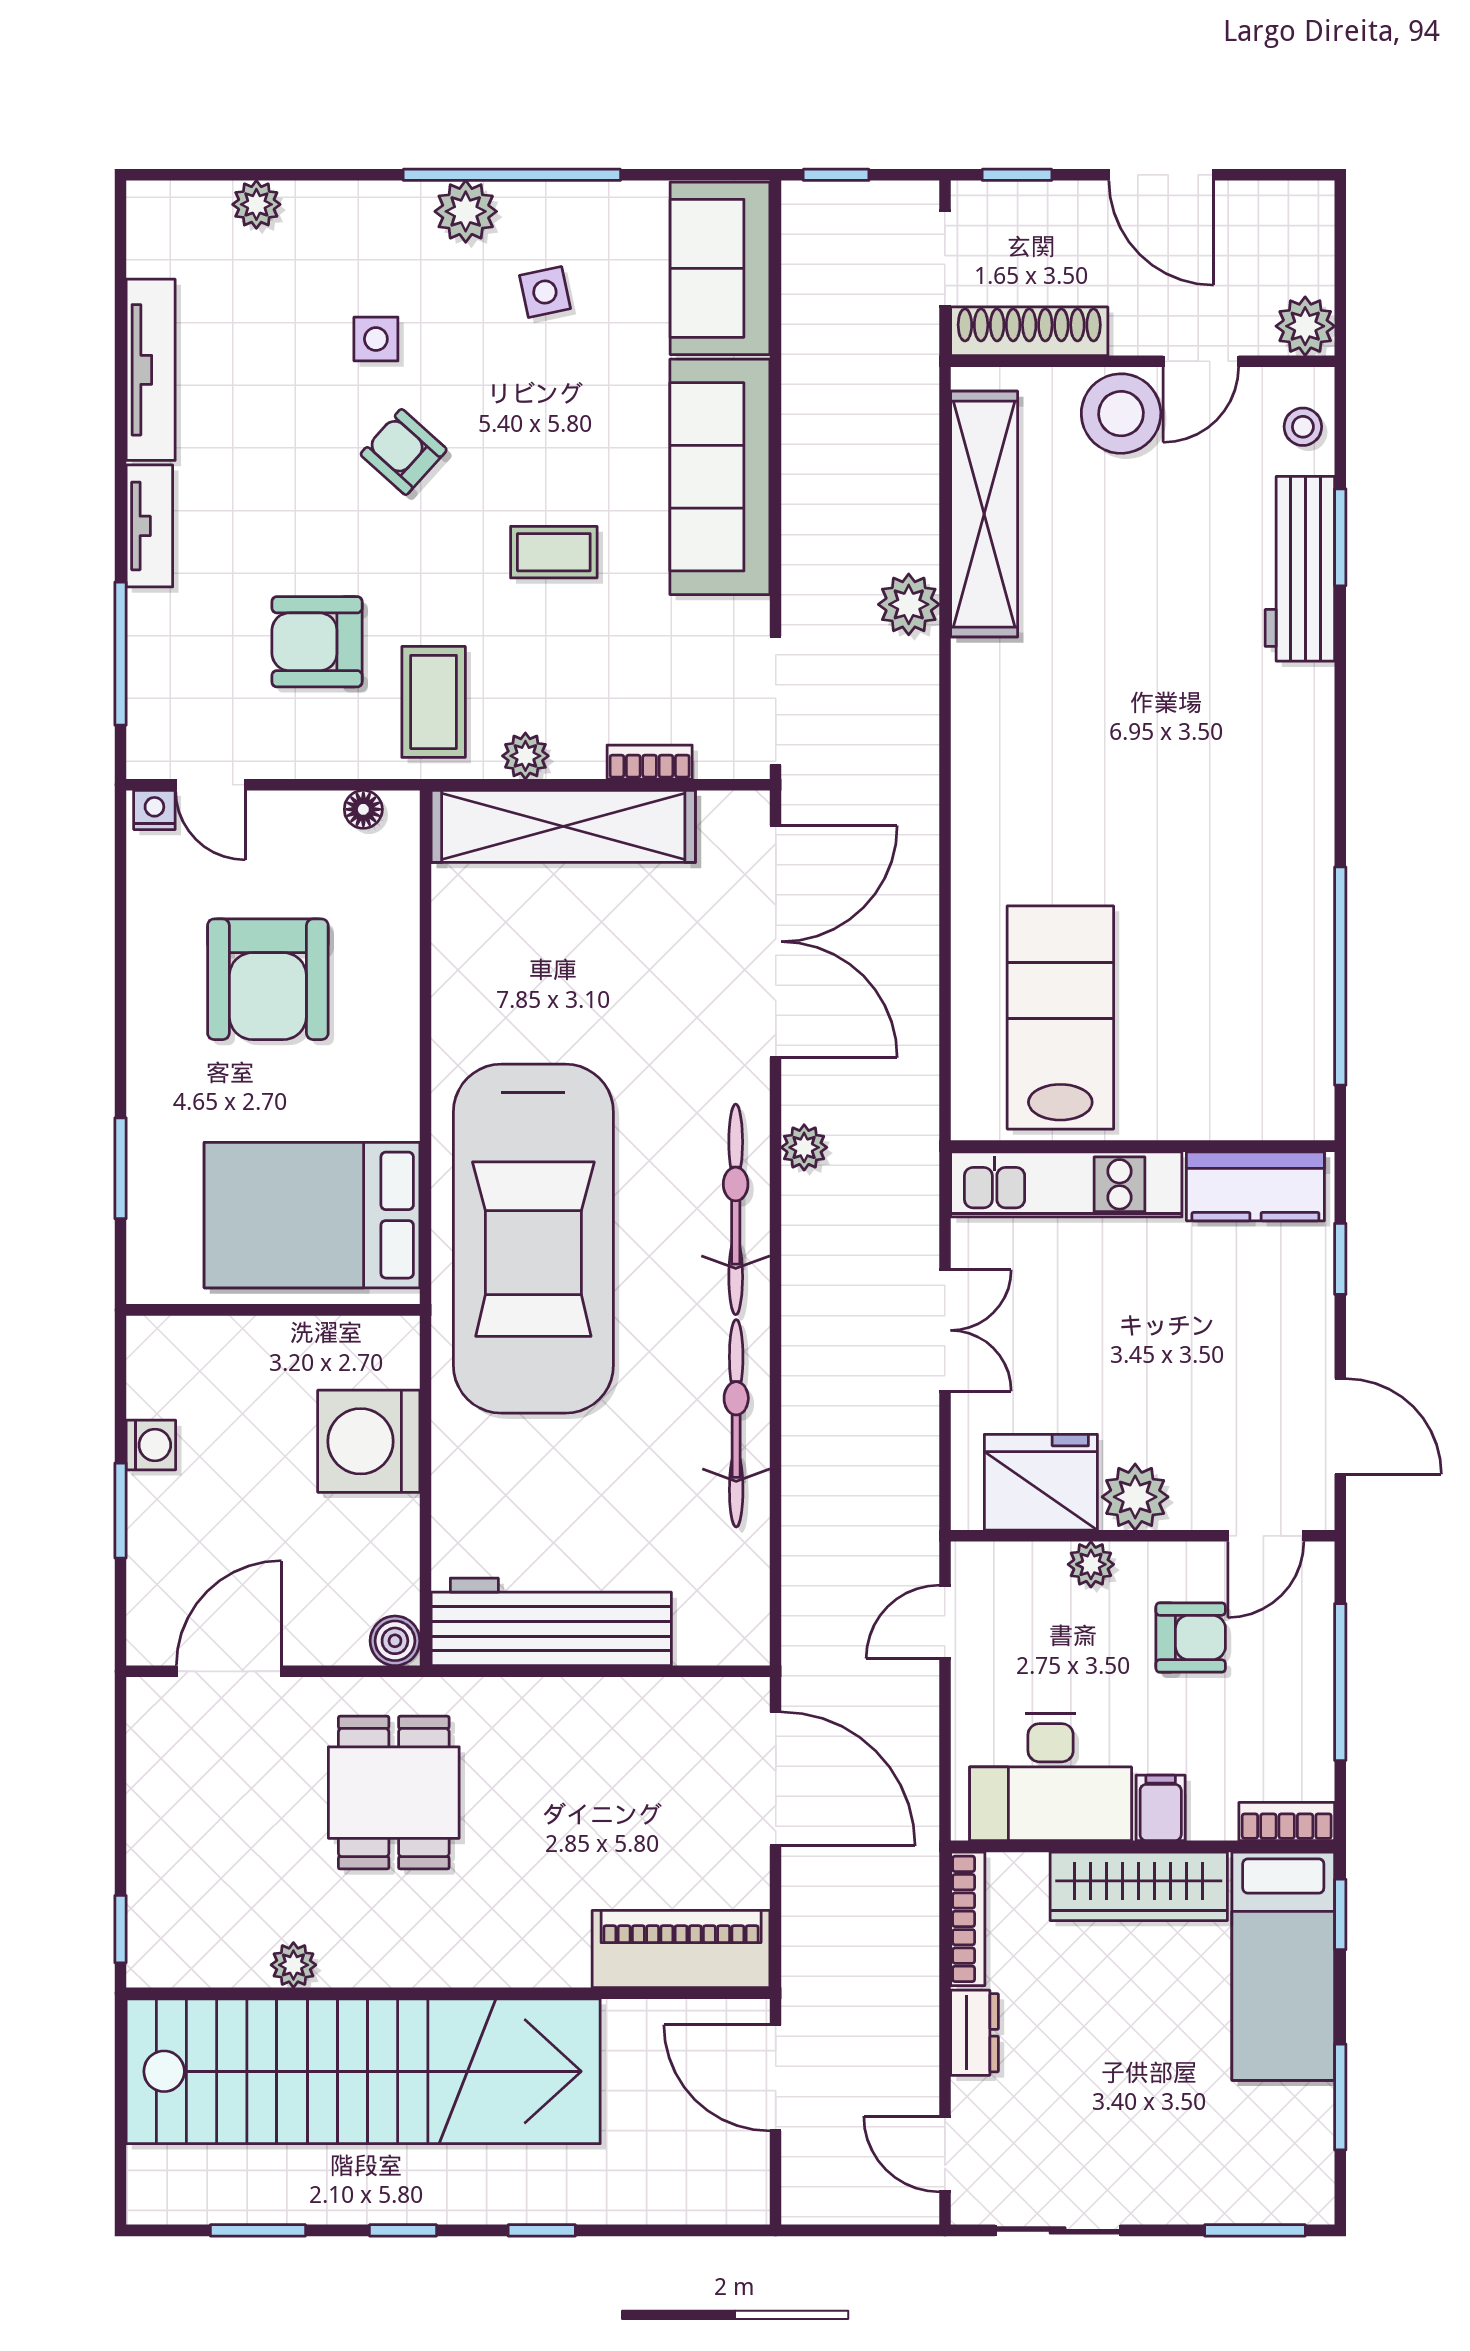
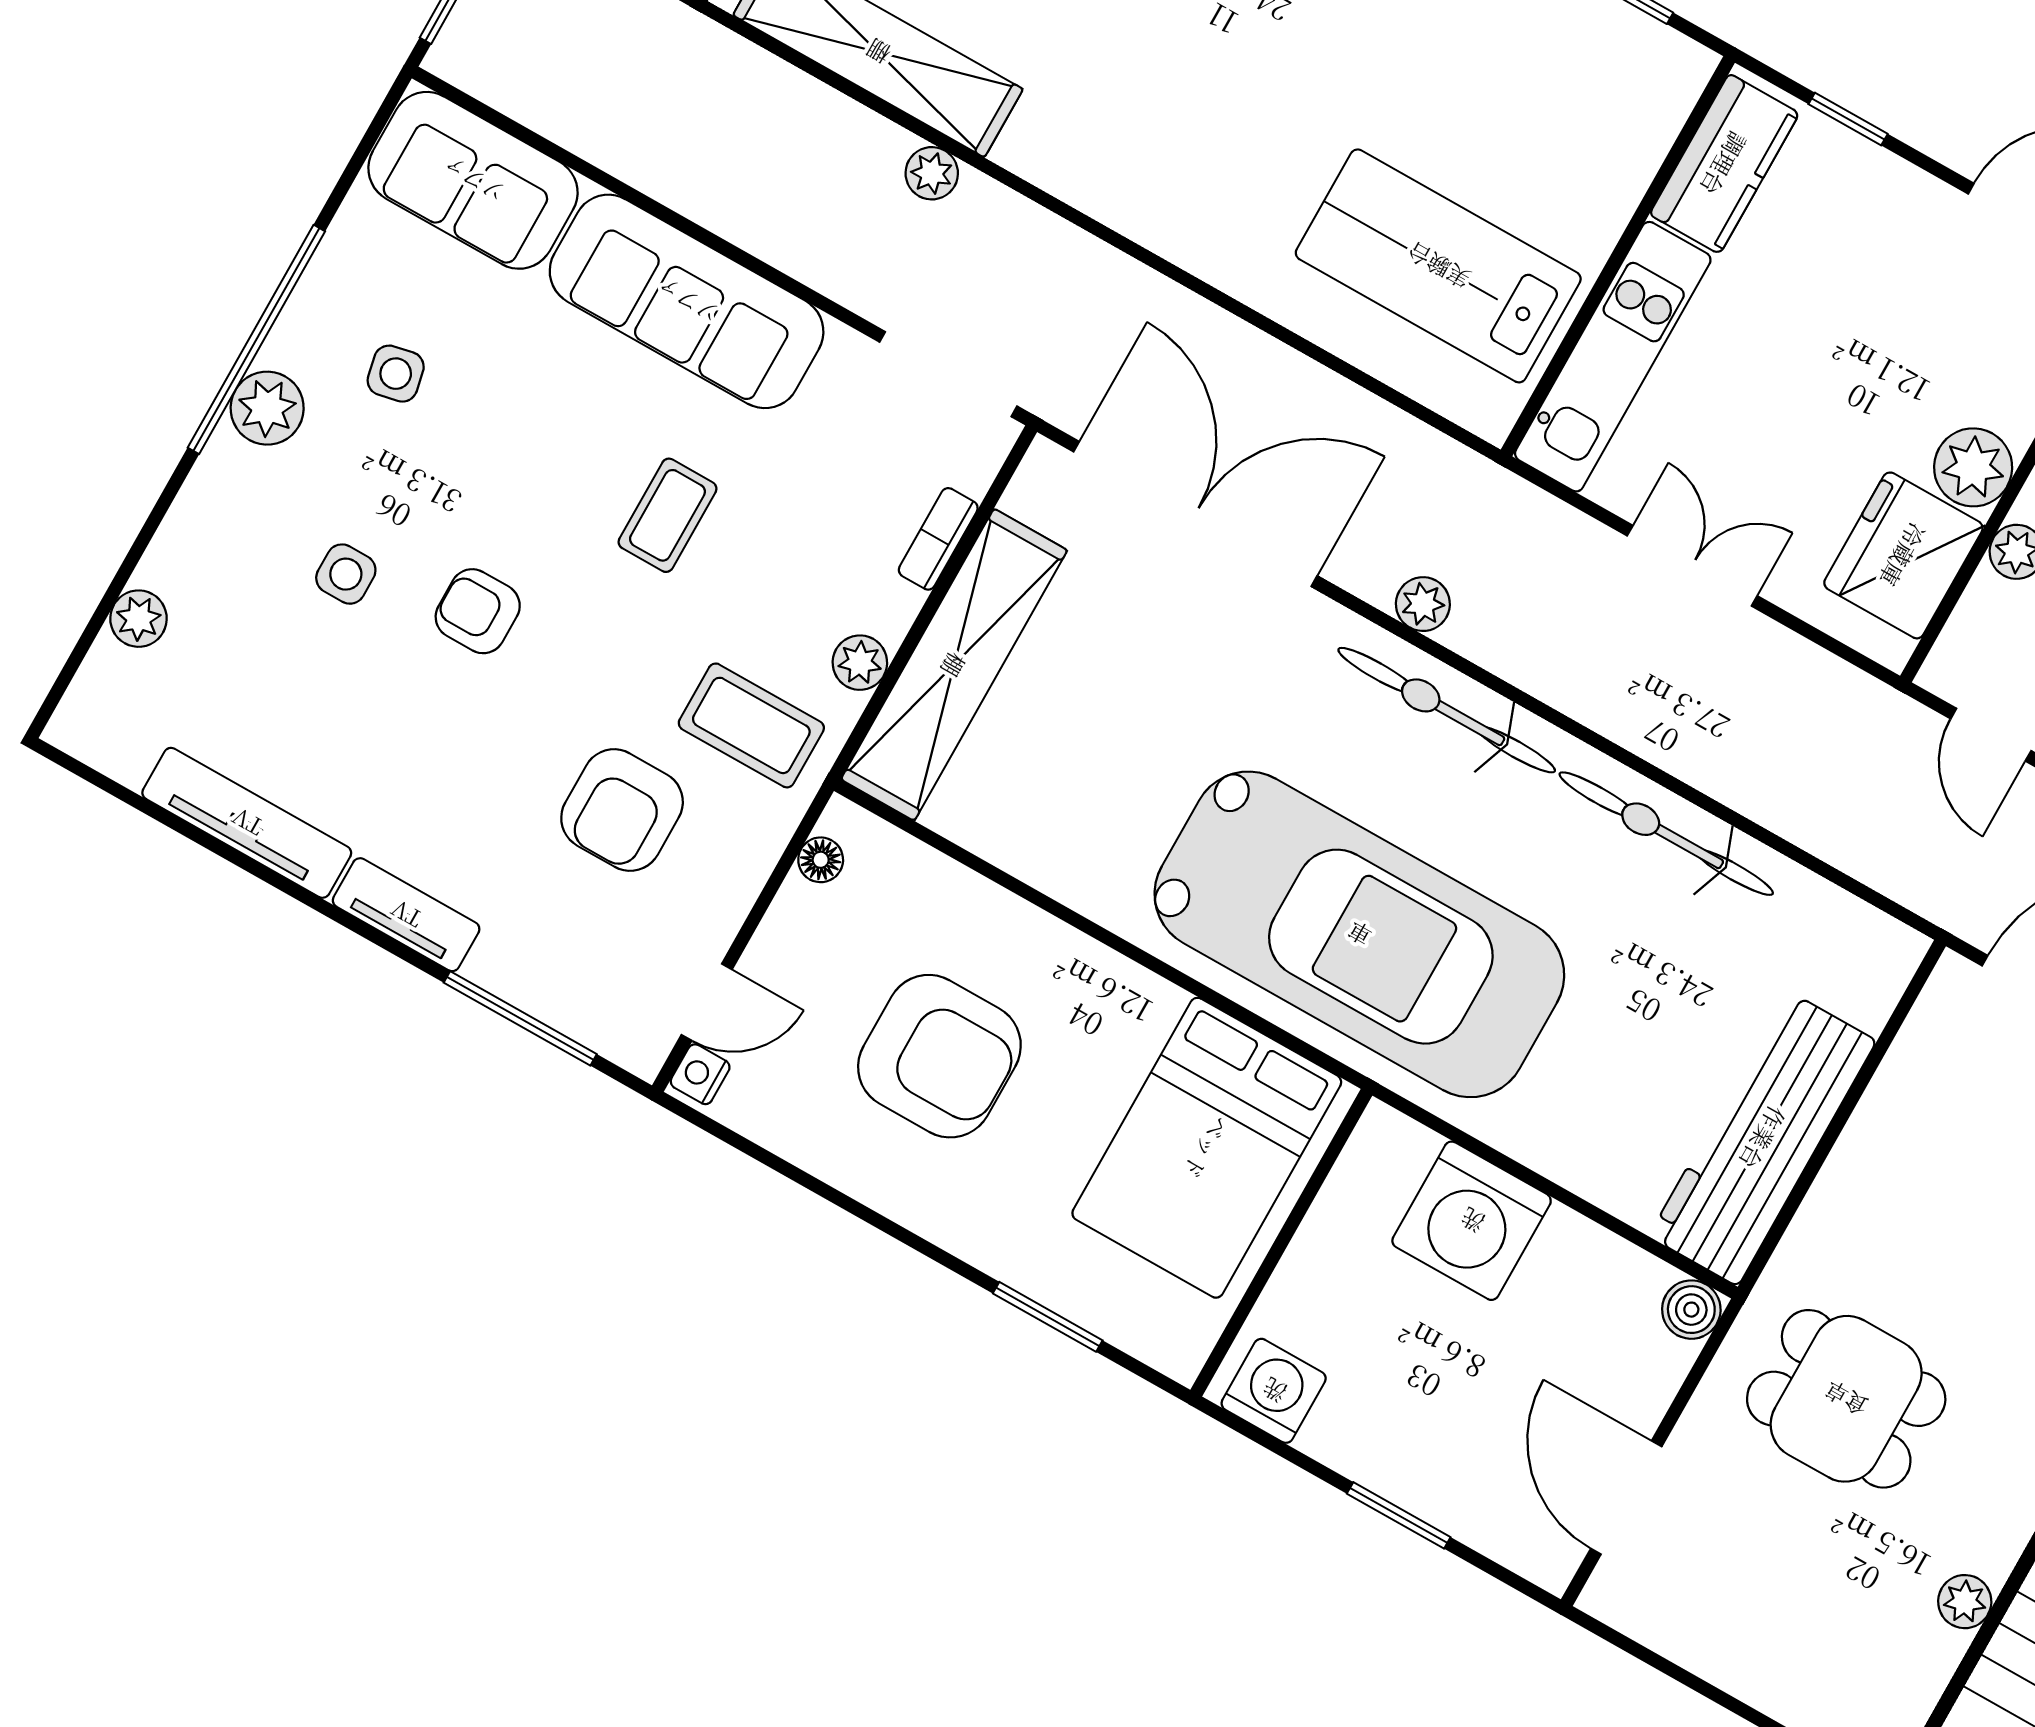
armchair: (404, 452) -> (478, 611), turned 48
plant: (909, 604) -> (932, 173), width x0.73, depth x0.73
washing machine: (151, 1445) -> (1274, 1391), moved, width x1.38, depth x1.38

